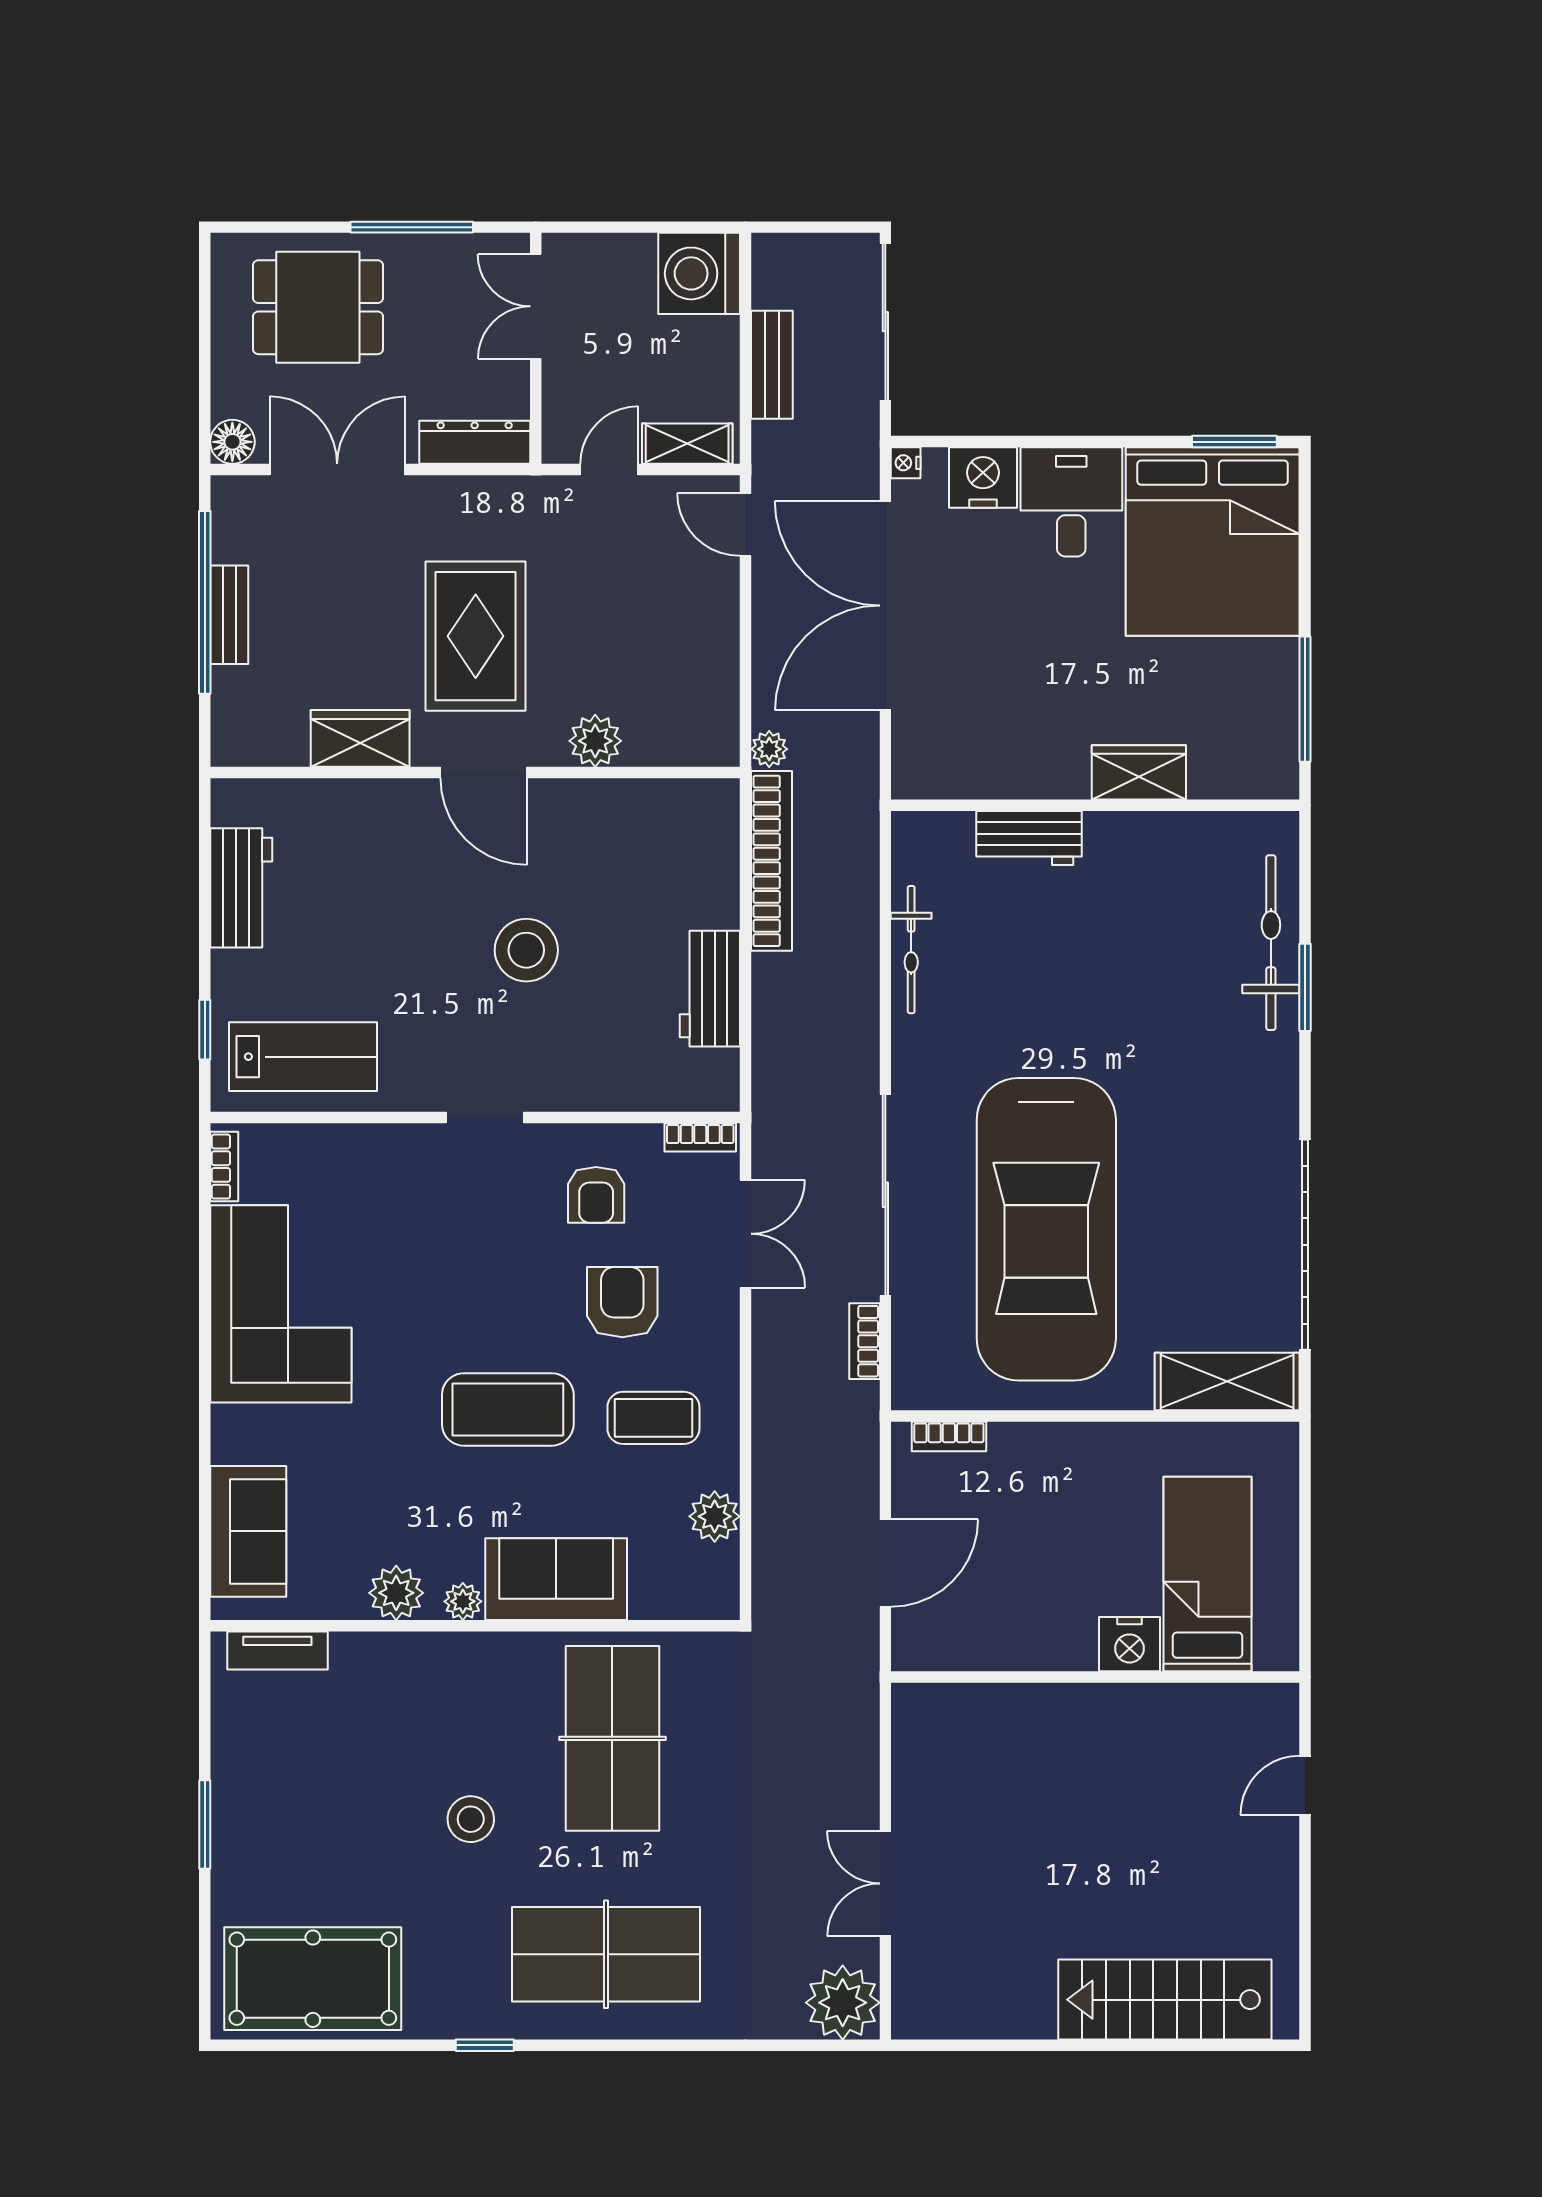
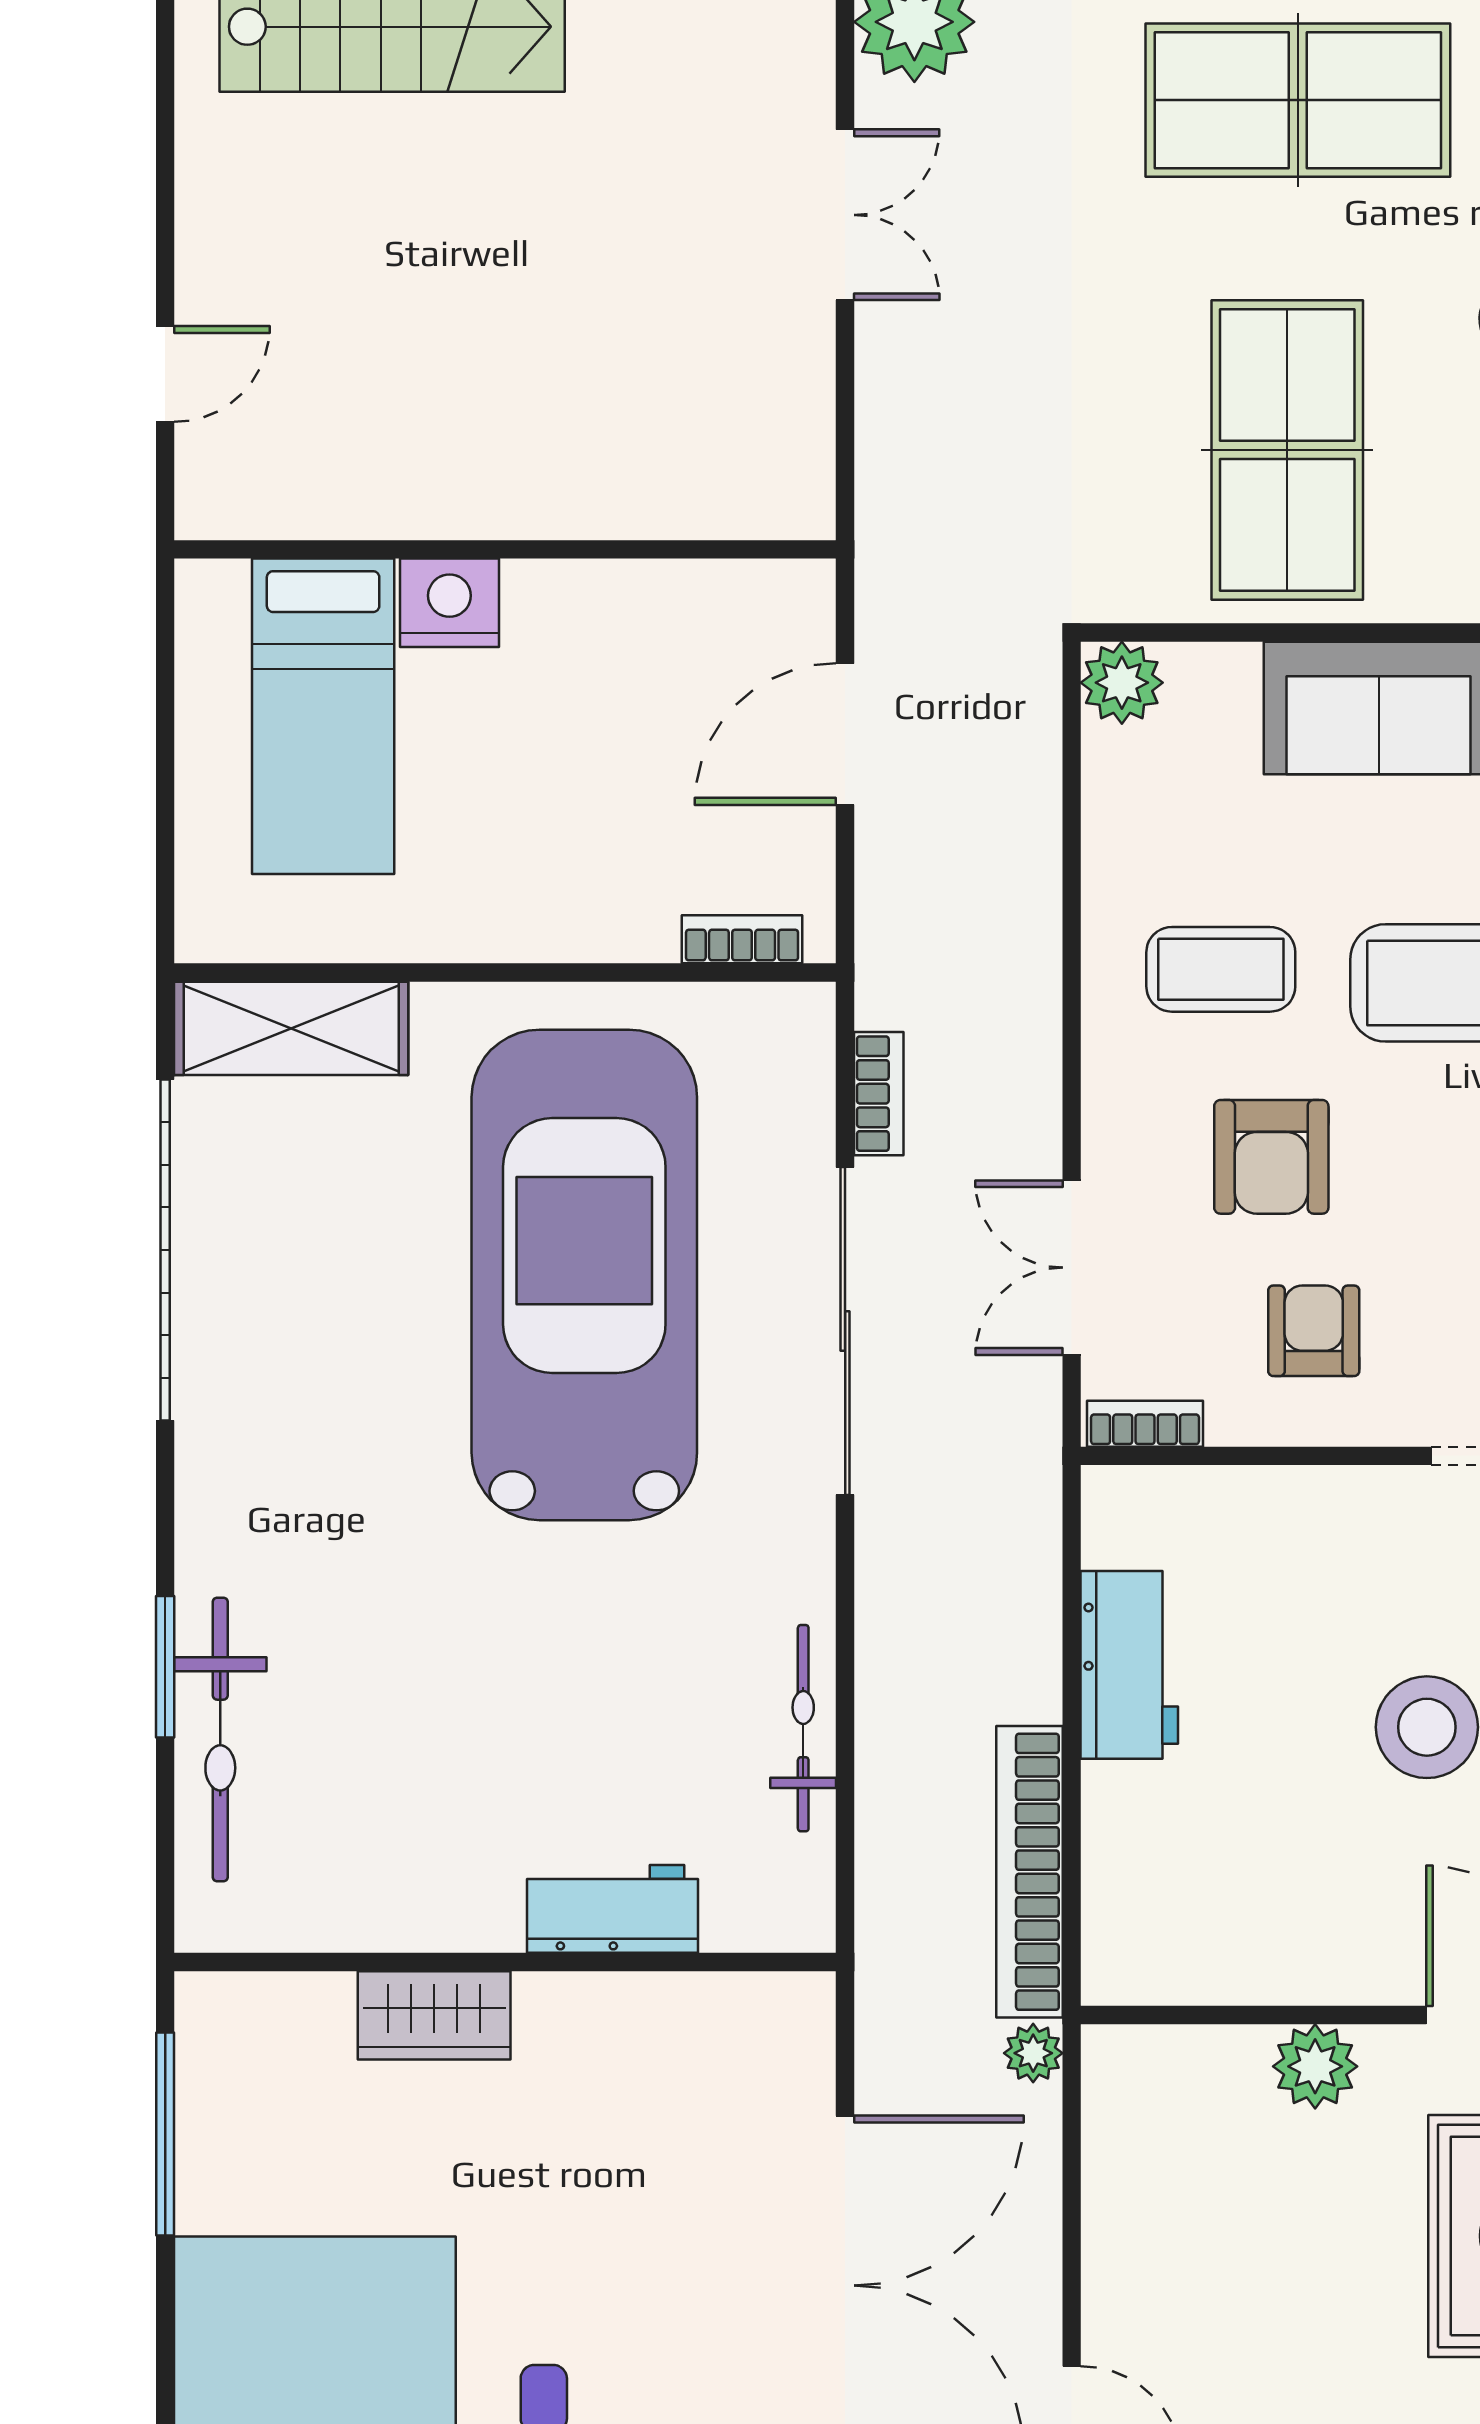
plant: (715, 1516) -> (1122, 683), moved

